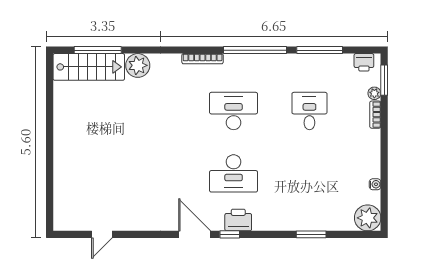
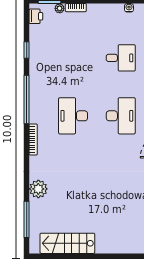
window: (320, 50) -> (27, 50), width x0.46
stairs: (89, 67) -> (67, 243), moved, turned -90
desk: (309, 111) -> (121, 58), moved, turned 180

